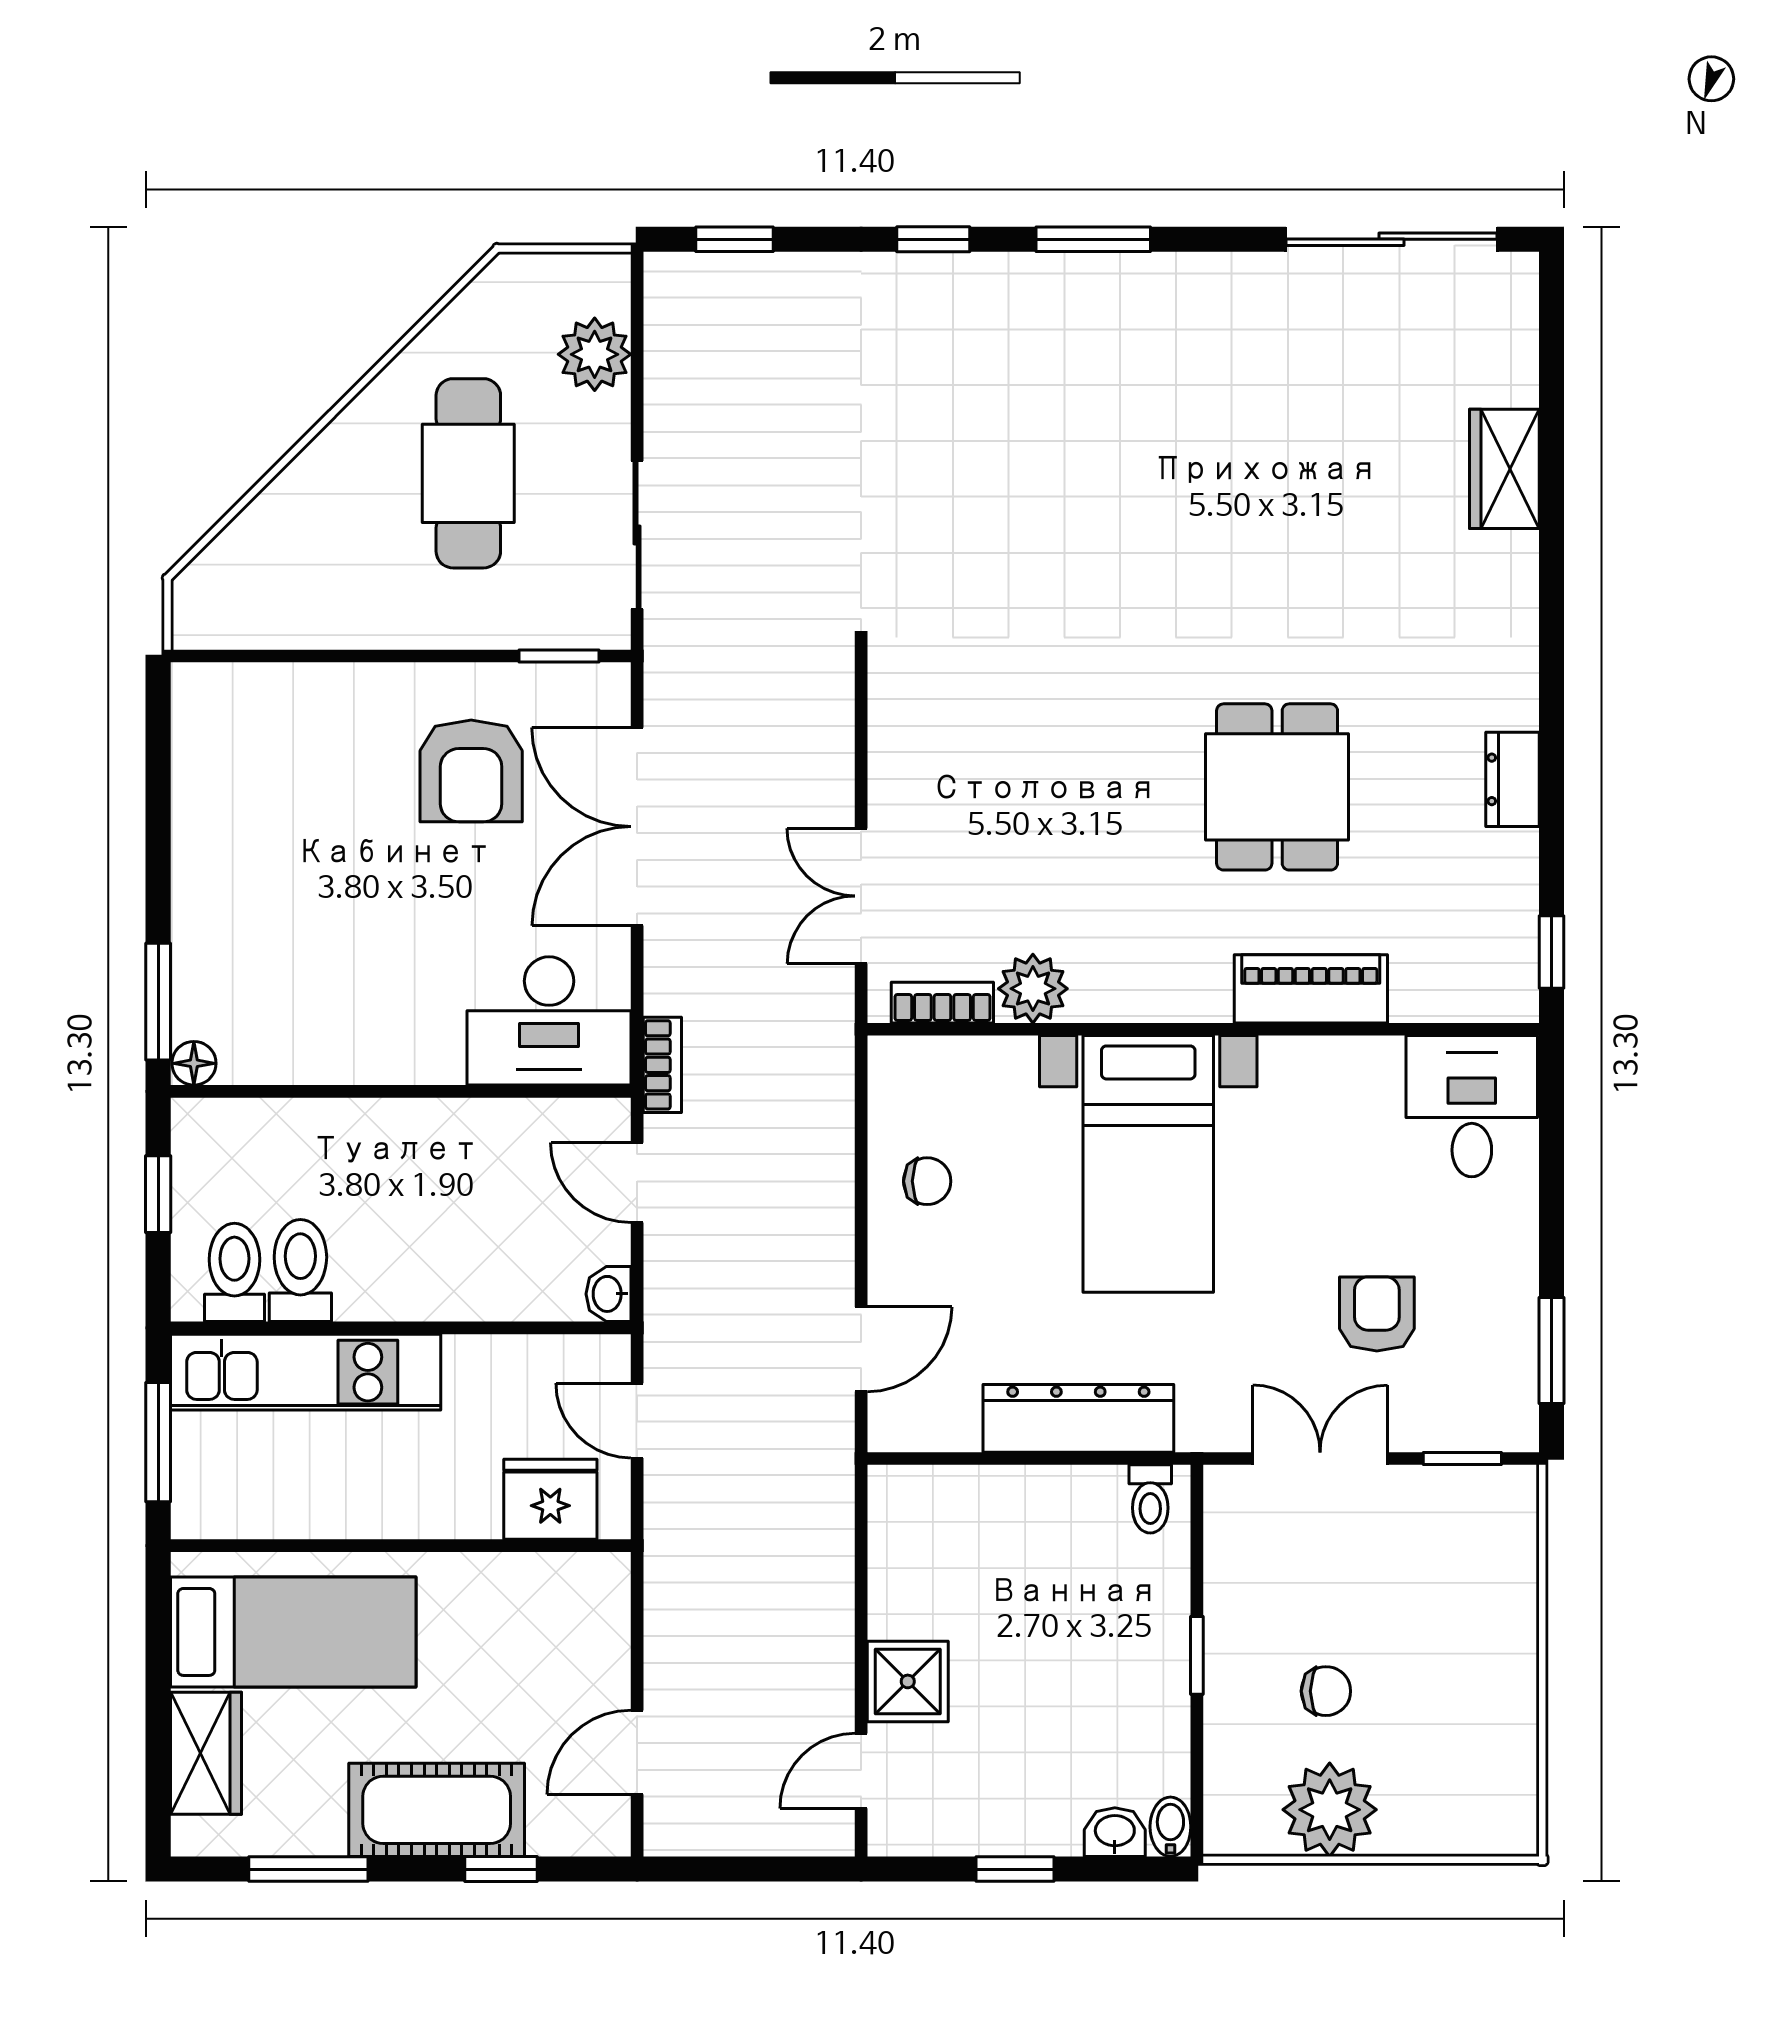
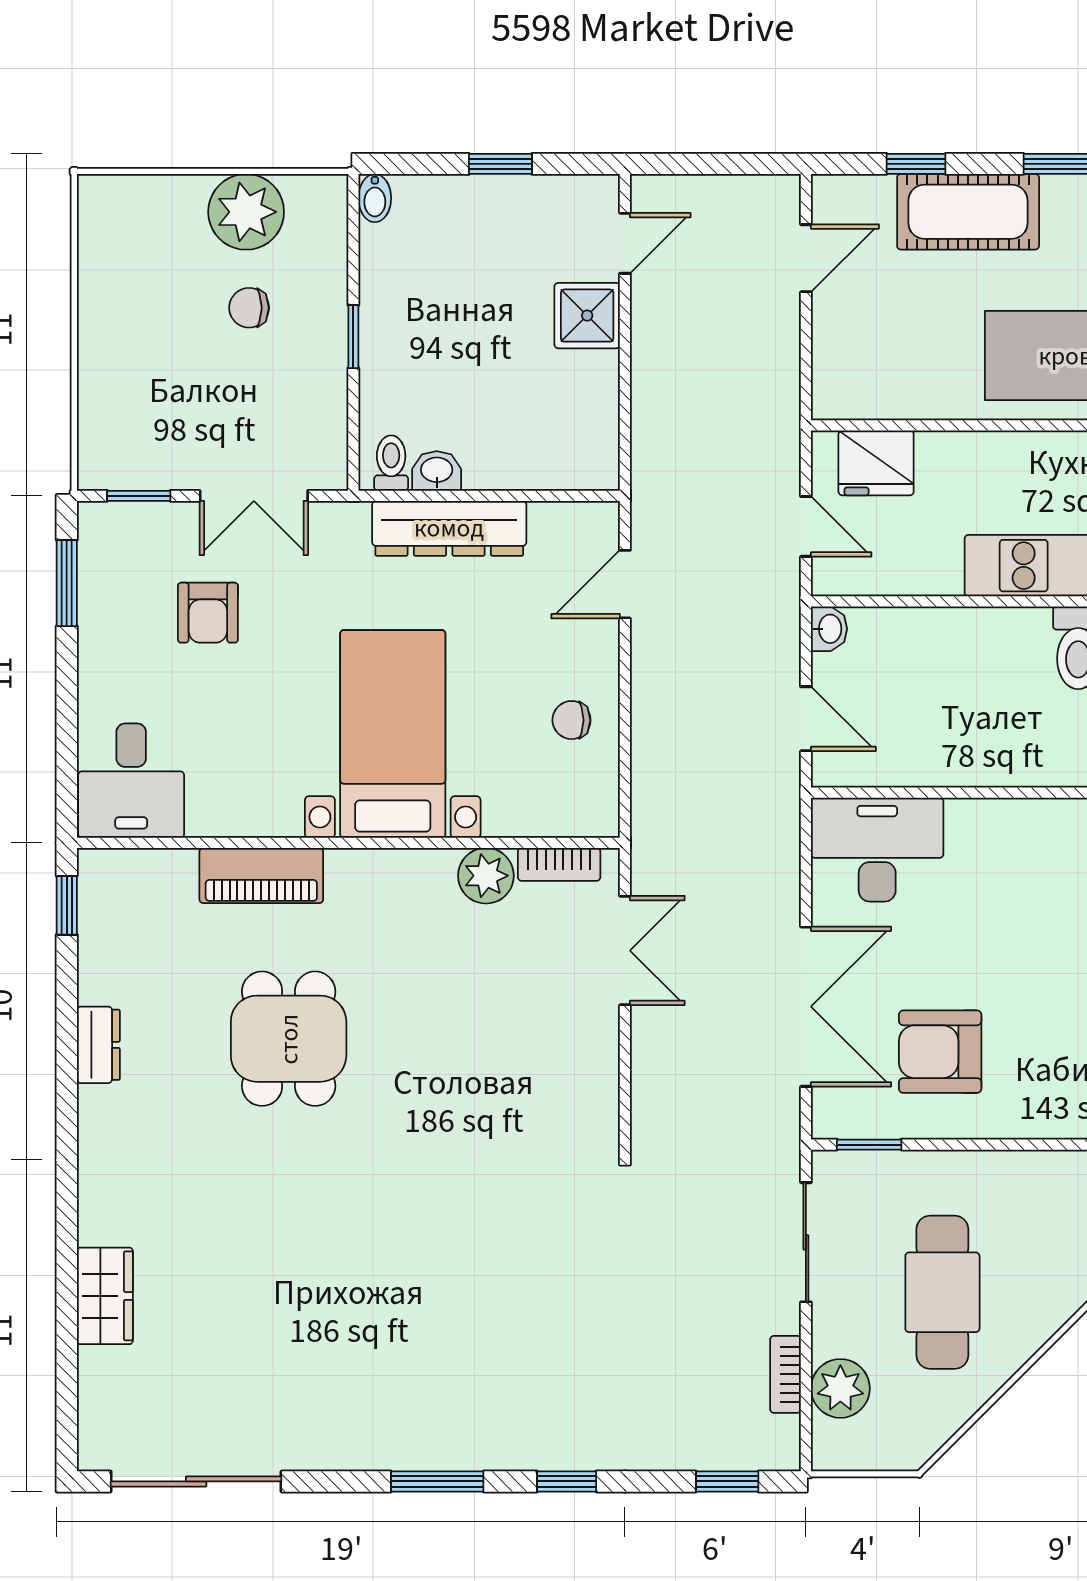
armchair: (471, 771) -> (940, 1052), turned -90
bookcase: (662, 1065) -> (786, 1374), moved
washbasin: (1115, 1832) -> (437, 471), moved, turned 180

